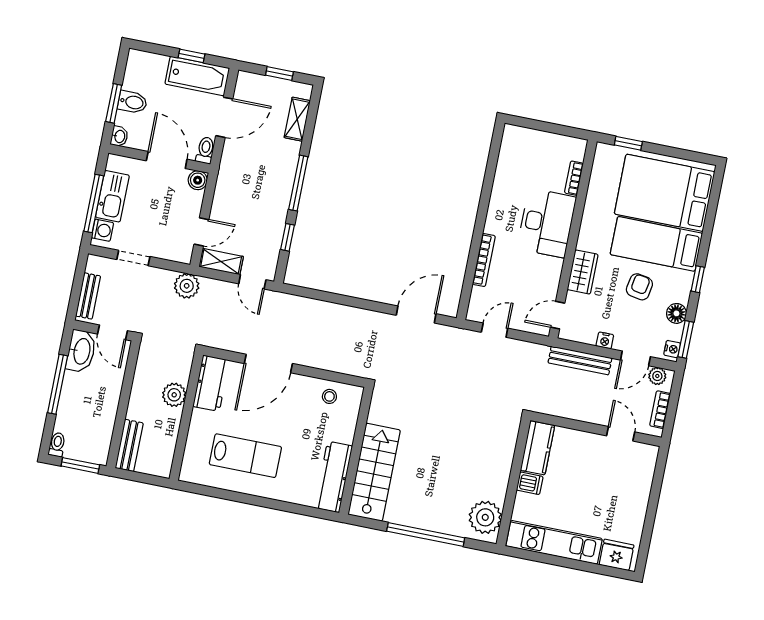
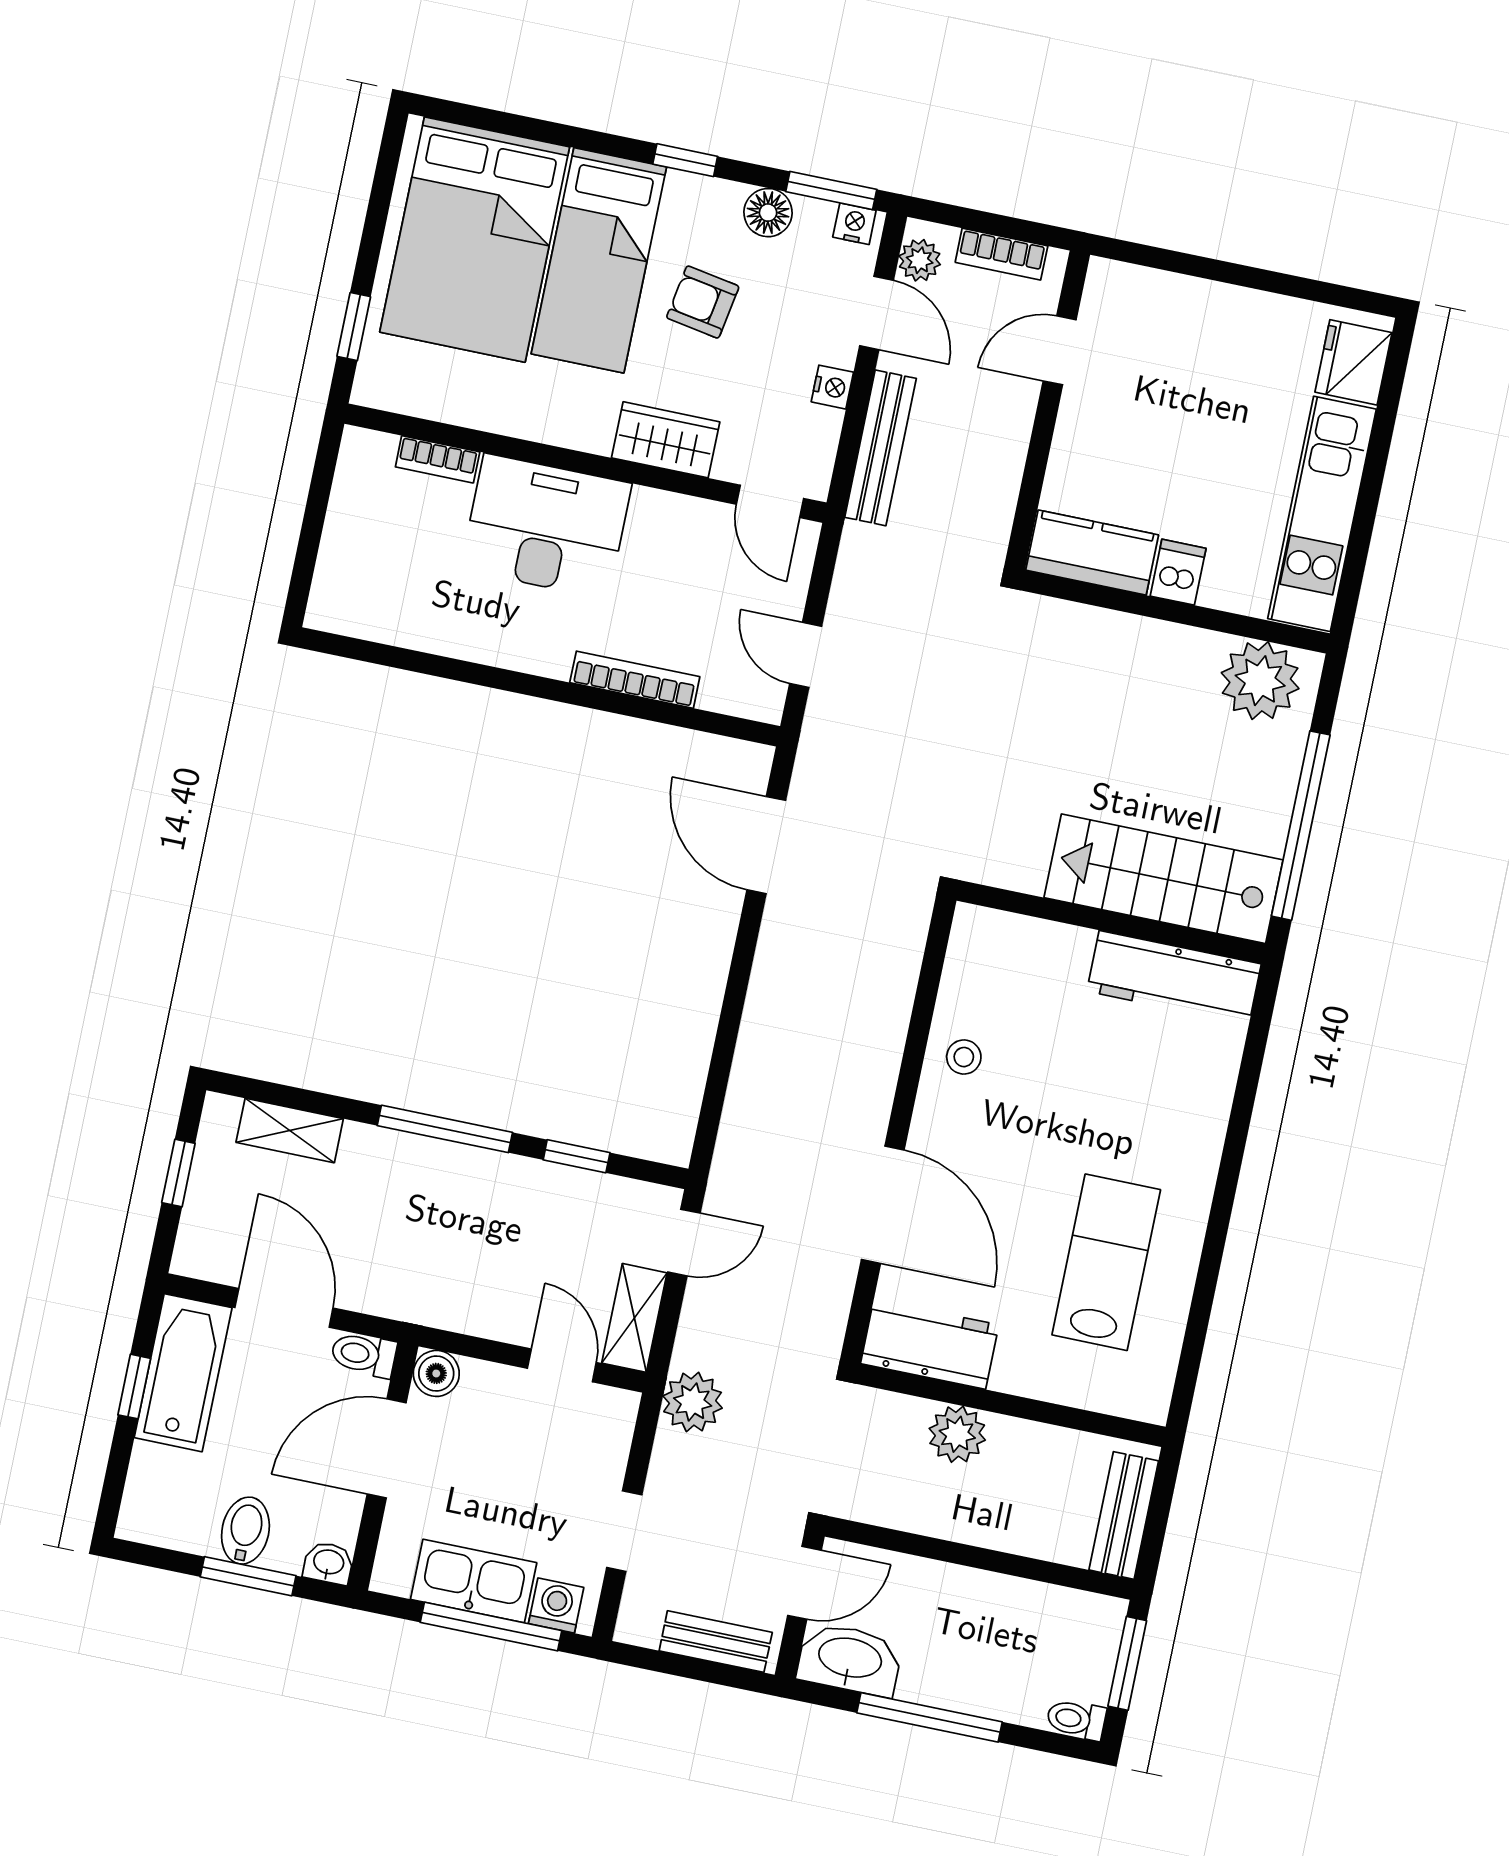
bench: (129, 445) -> (1124, 1515), moved, turned 90
wall: (356, 451) -> (1111, 922), moved
stairs: (374, 472) -> (1163, 879), moved
workbench: (333, 477) -> (1174, 978), moved

